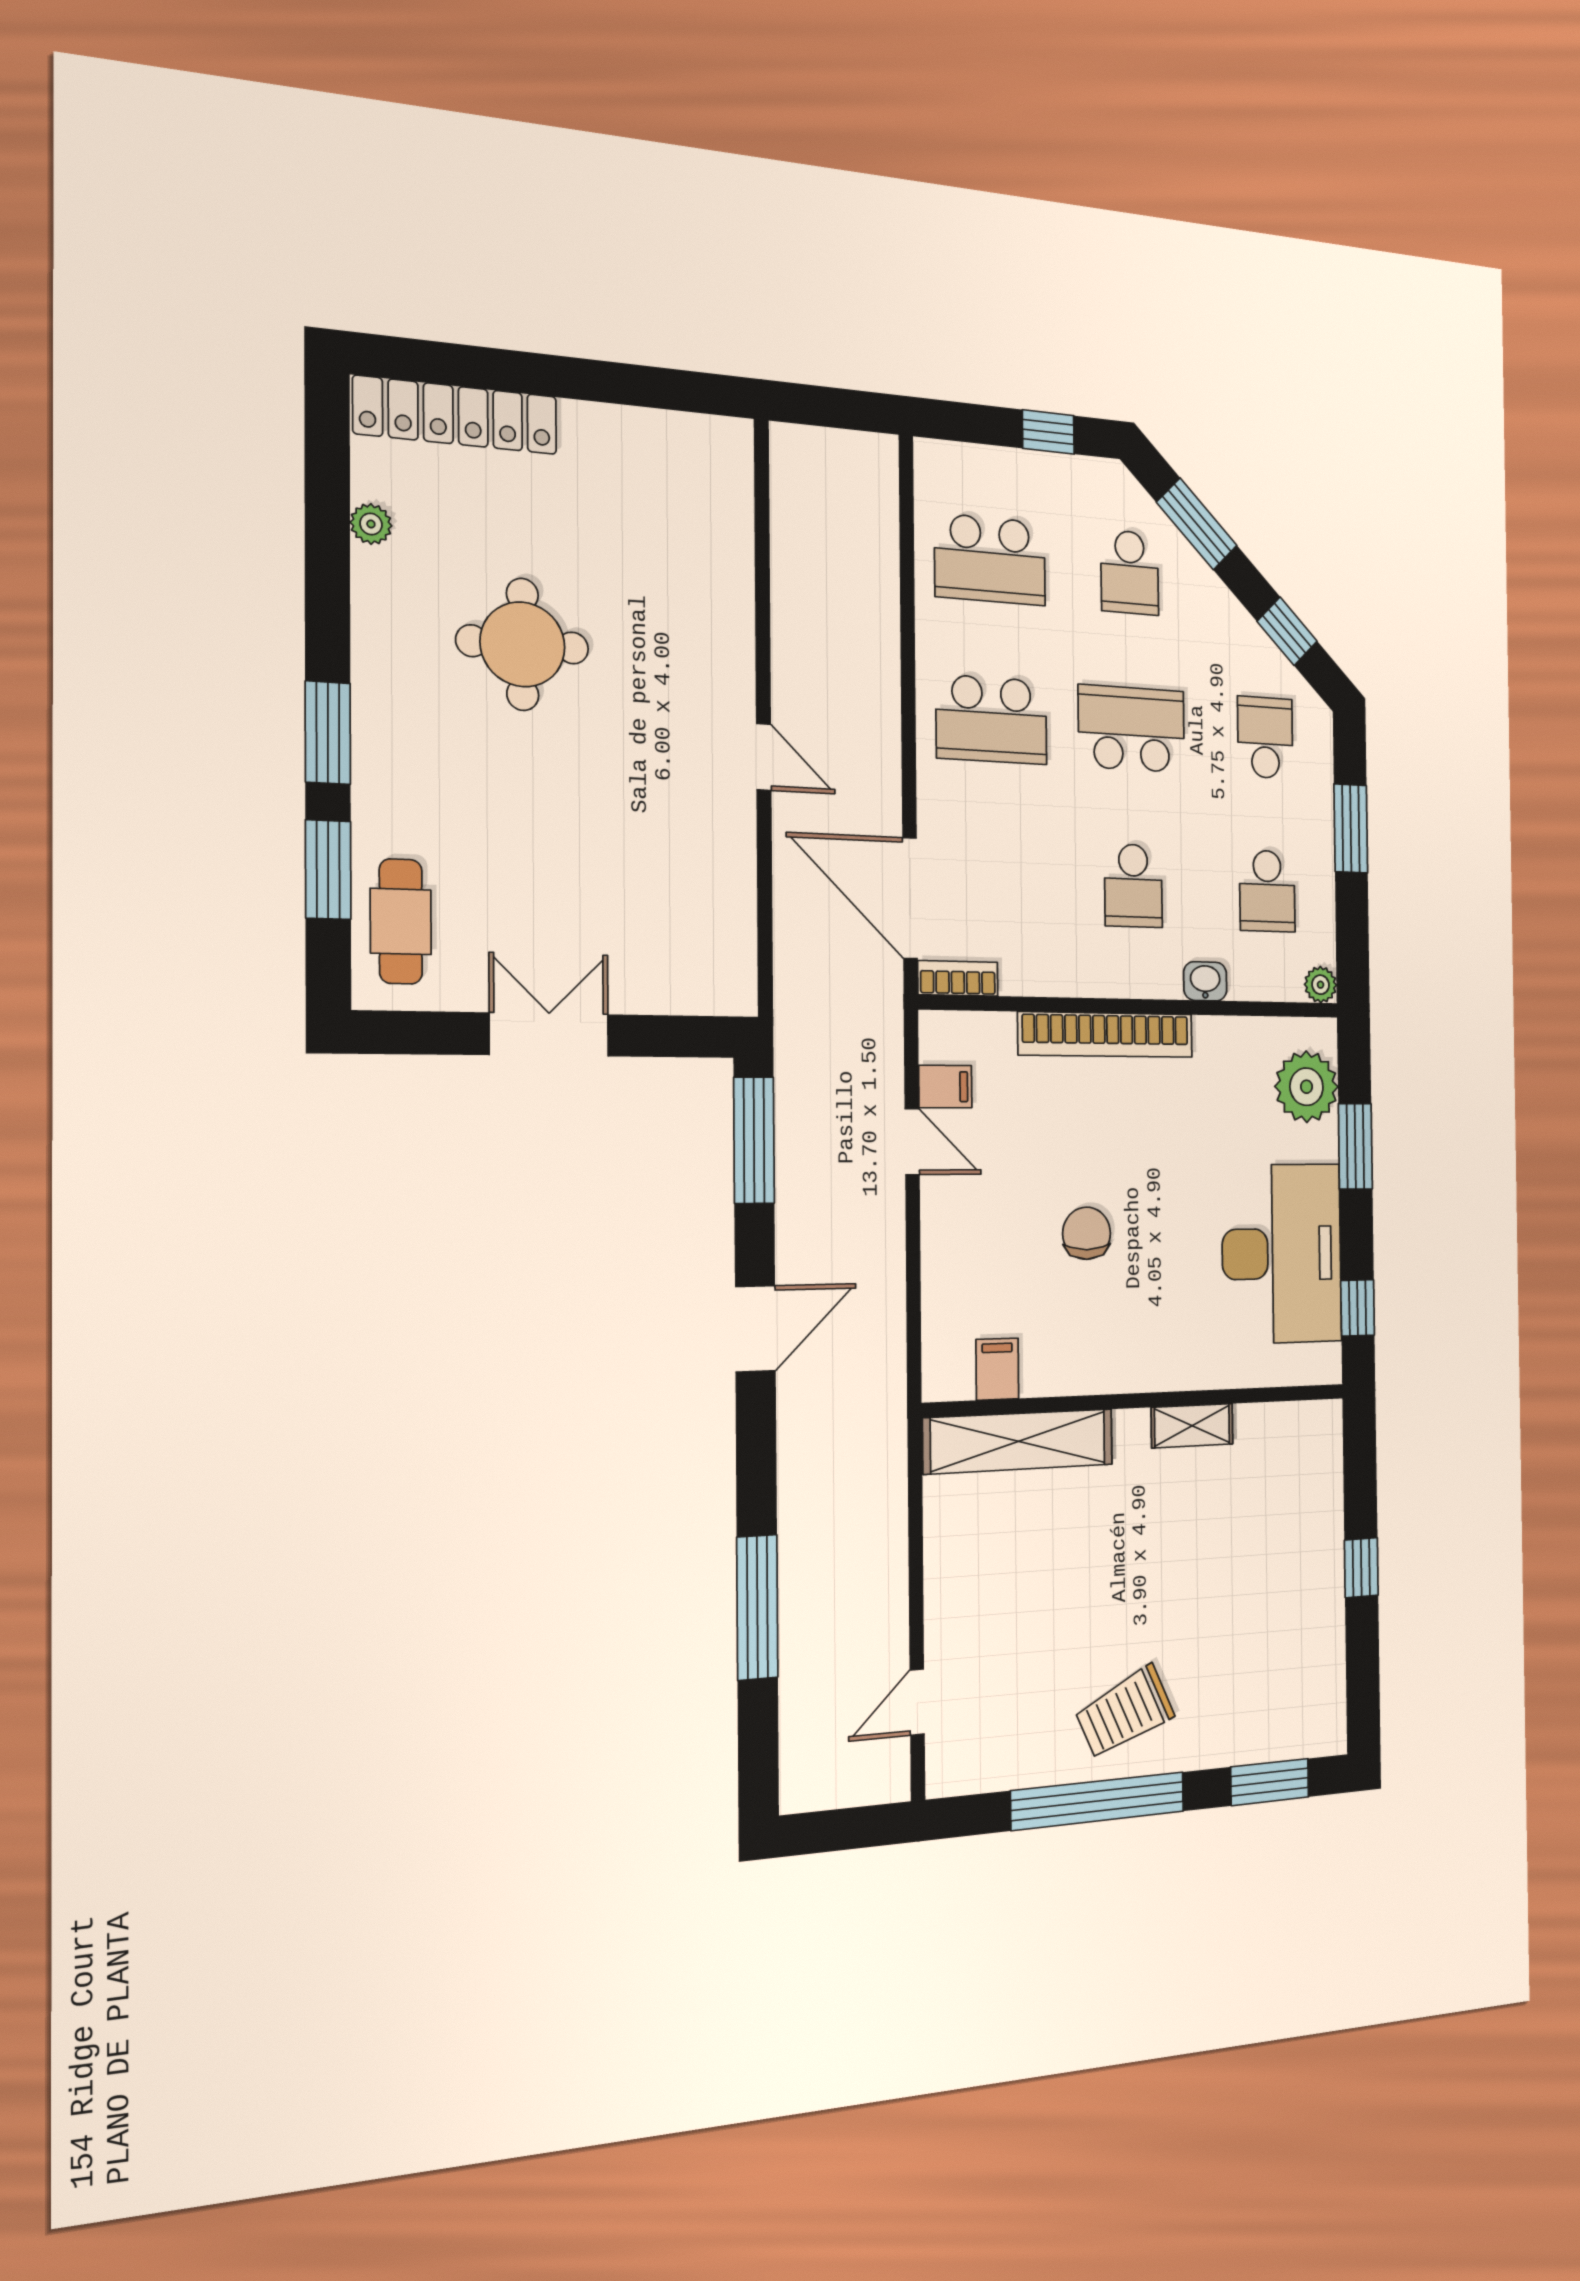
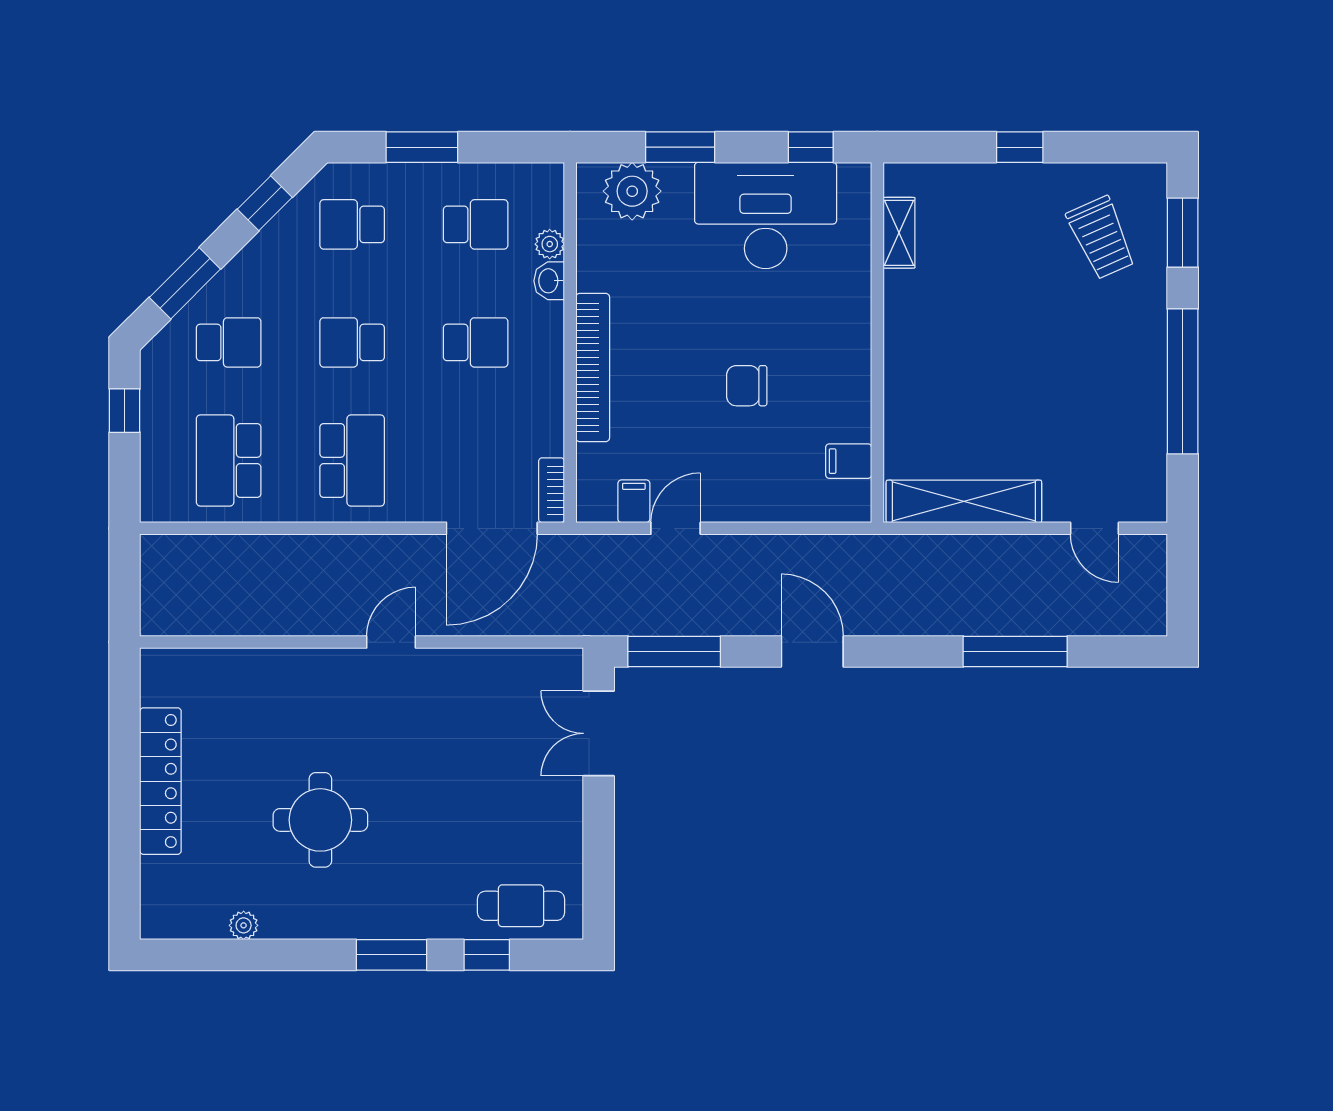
locker: (456, 415) -> (160, 781), moved
school desk: (990, 560) -> (229, 460), turned 180
school desk: (1132, 729) -> (352, 342), width x0.54
window: (328, 870) -> (487, 955), width x0.67
plant: (1321, 985) -> (550, 244), moved
double door: (549, 1035) -> (599, 733), moved
shelving: (1192, 1426) -> (899, 233), moved
shelving: (1019, 1441) -> (964, 501), moved, turned 90
trolley: (1125, 1712) -> (1101, 238), moved

